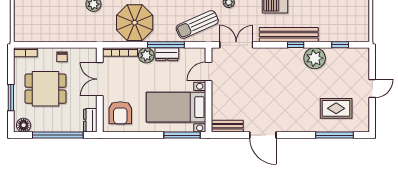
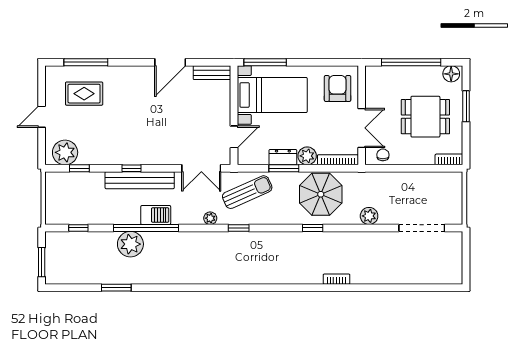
window: (166, 45) -> (284, 168), width x0.69
chair: (62, 57) -> (383, 155), moved
plant: (315, 58) -> (65, 152), moved
dresser: (90, 120) -> (373, 80), removed
door: (263, 135) -> (170, 62), swing flipped

